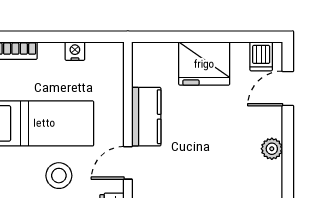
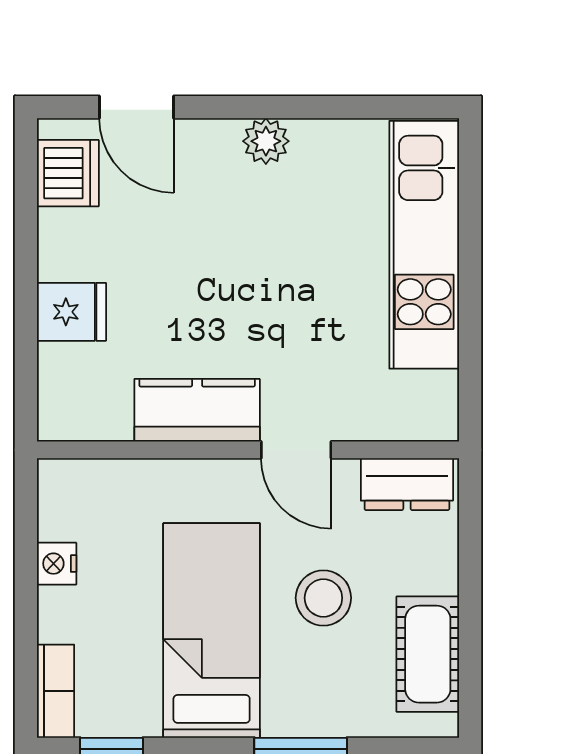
dishwasher: (261, 56) -> (68, 173), width x1.38
fridge: (204, 64) -> (71, 312), width x0.53, depth x0.75

